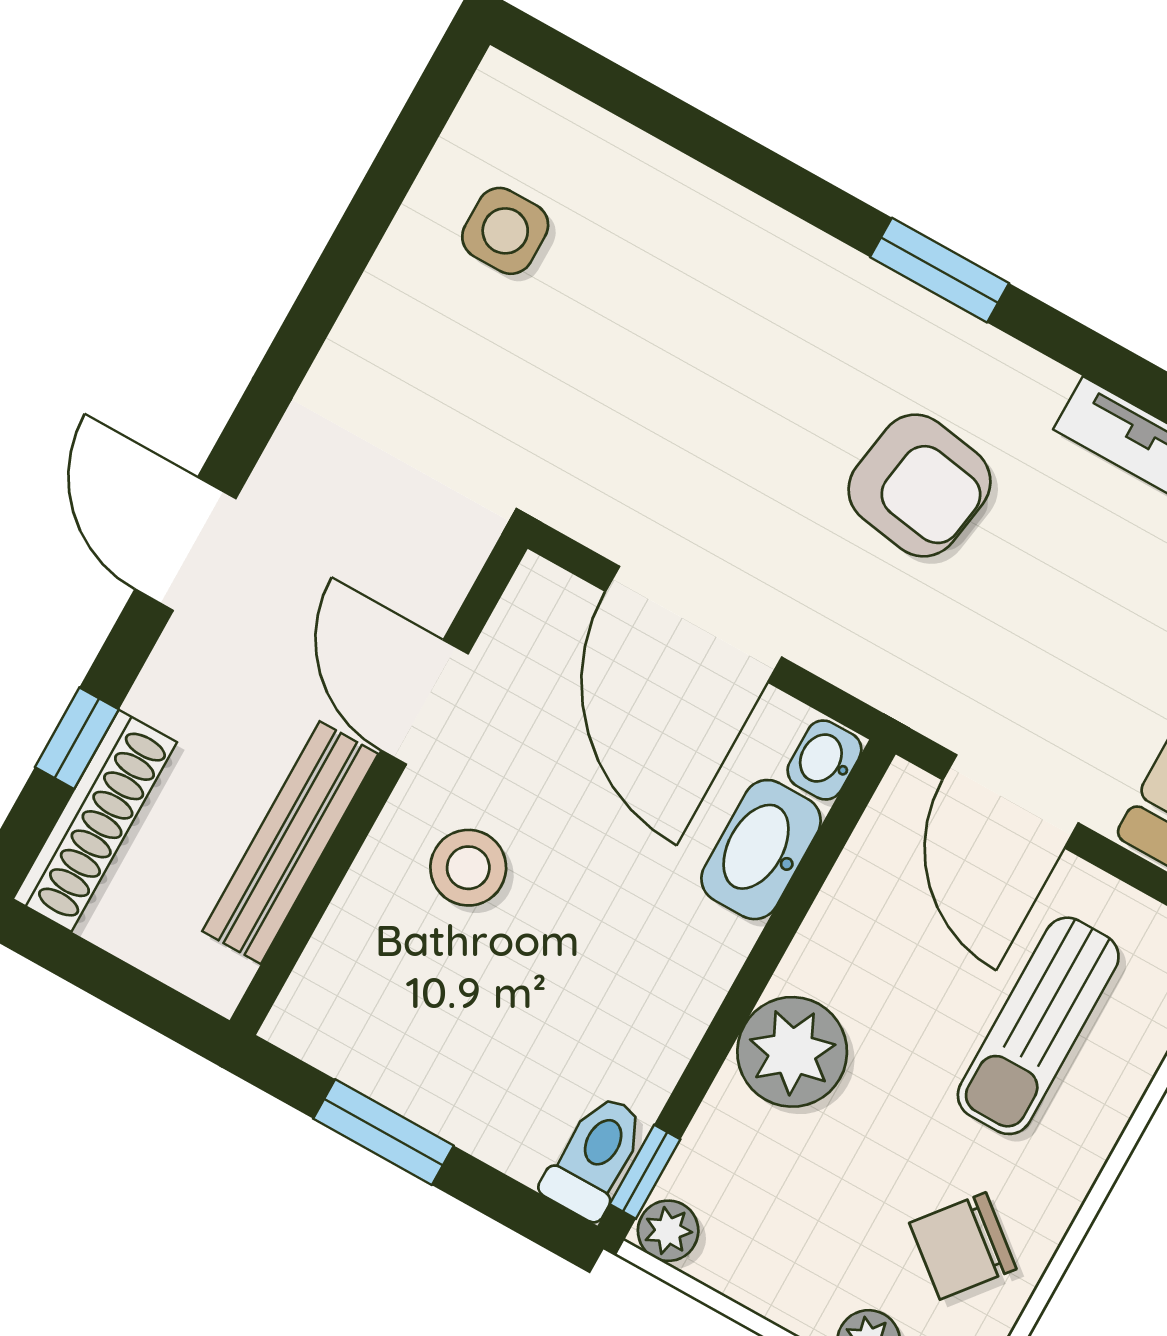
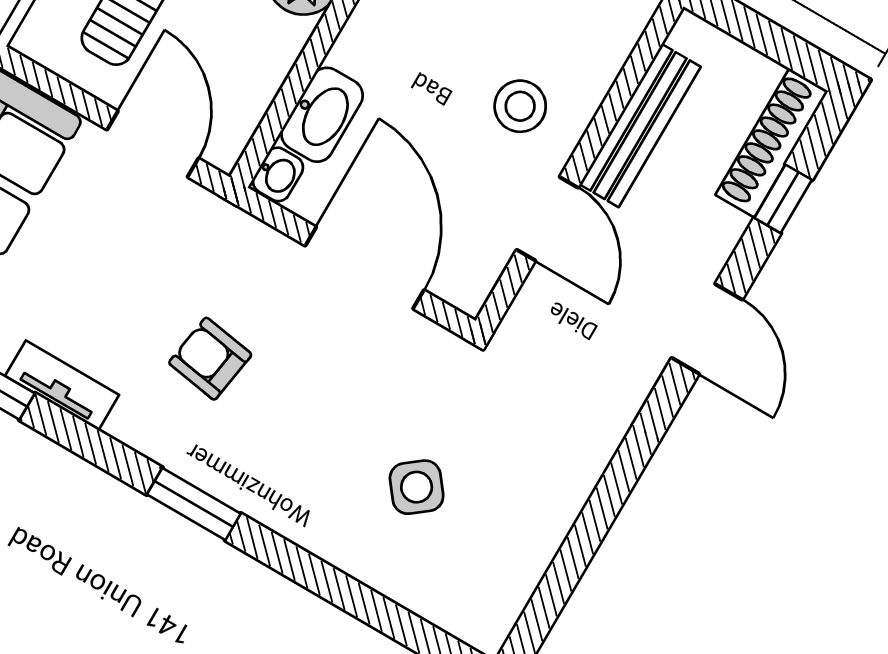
side table: (505, 231) -> (417, 487), moved, turned -38
armchair: (919, 485) -> (210, 359), width x0.72, depth x0.72

